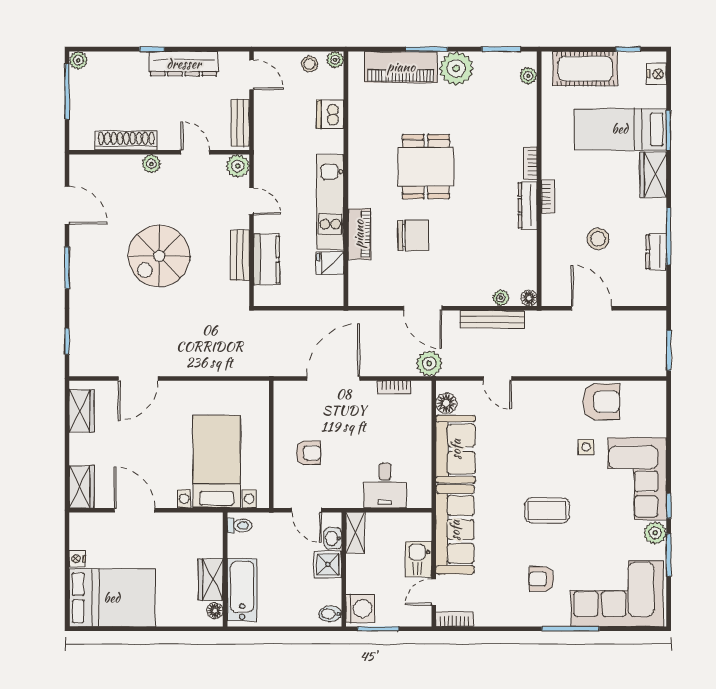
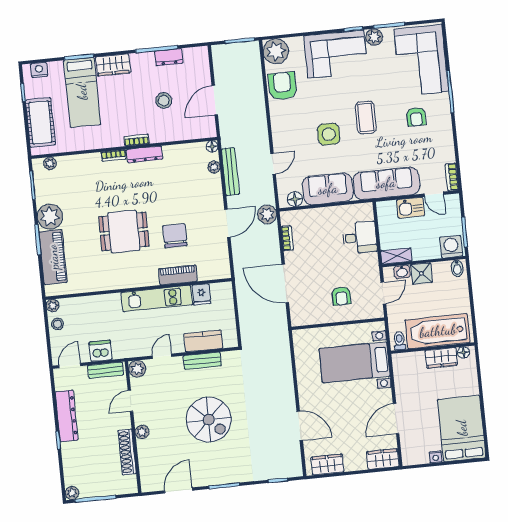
dishwasher: (330, 114) -> (101, 351), moved, turned 180
plant: (649, 398) -> (276, 51), added
side table: (586, 447) -> (329, 134), moved, width x1.87, depth x1.87
armchair: (308, 453) -> (341, 296), turned 180
bathtub: (242, 590) -> (438, 331), width x1.36, depth x1.36

